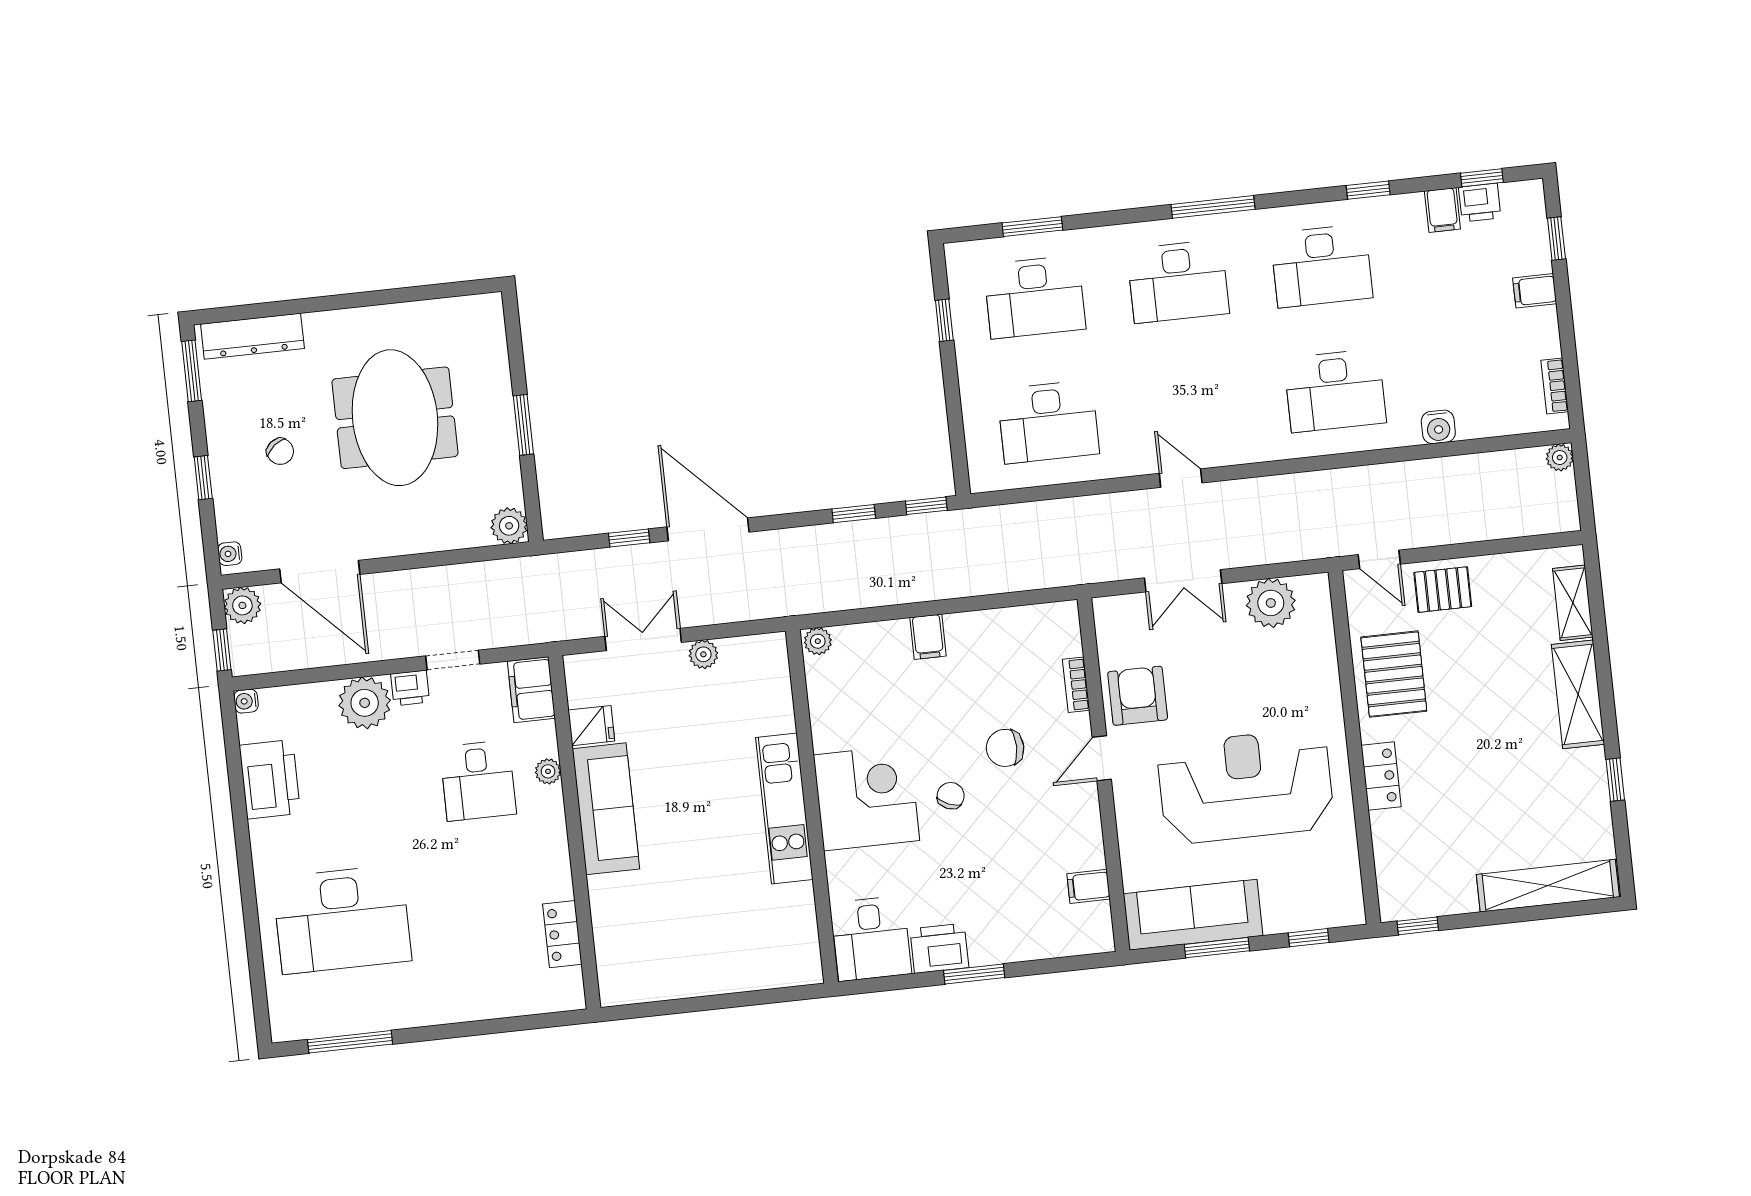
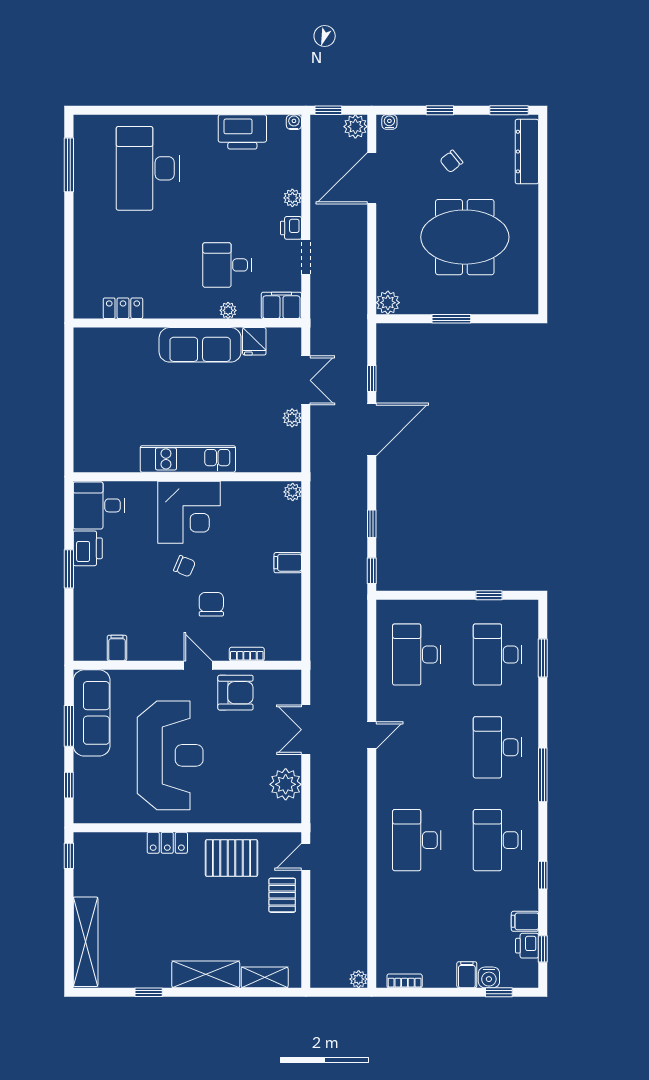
water cooler: (1438, 427) -> (489, 977), moved, turned -90
plant: (365, 703) -> (292, 198), width x0.53, depth x0.53

